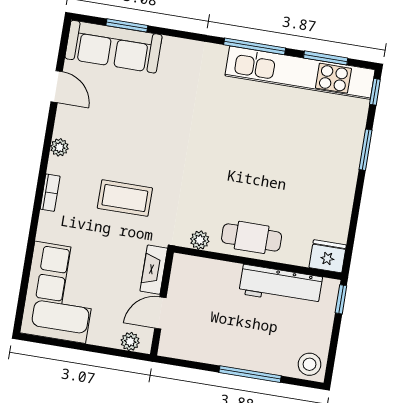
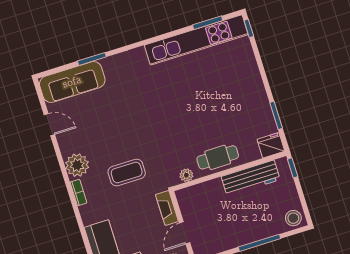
window: (127, 25) -> (92, 59), moved
window: (255, 46) -> (160, 38), removed
plant: (59, 147) -> (77, 165), width x1.88, depth x1.88
window: (365, 150) -> (276, 115), moved

